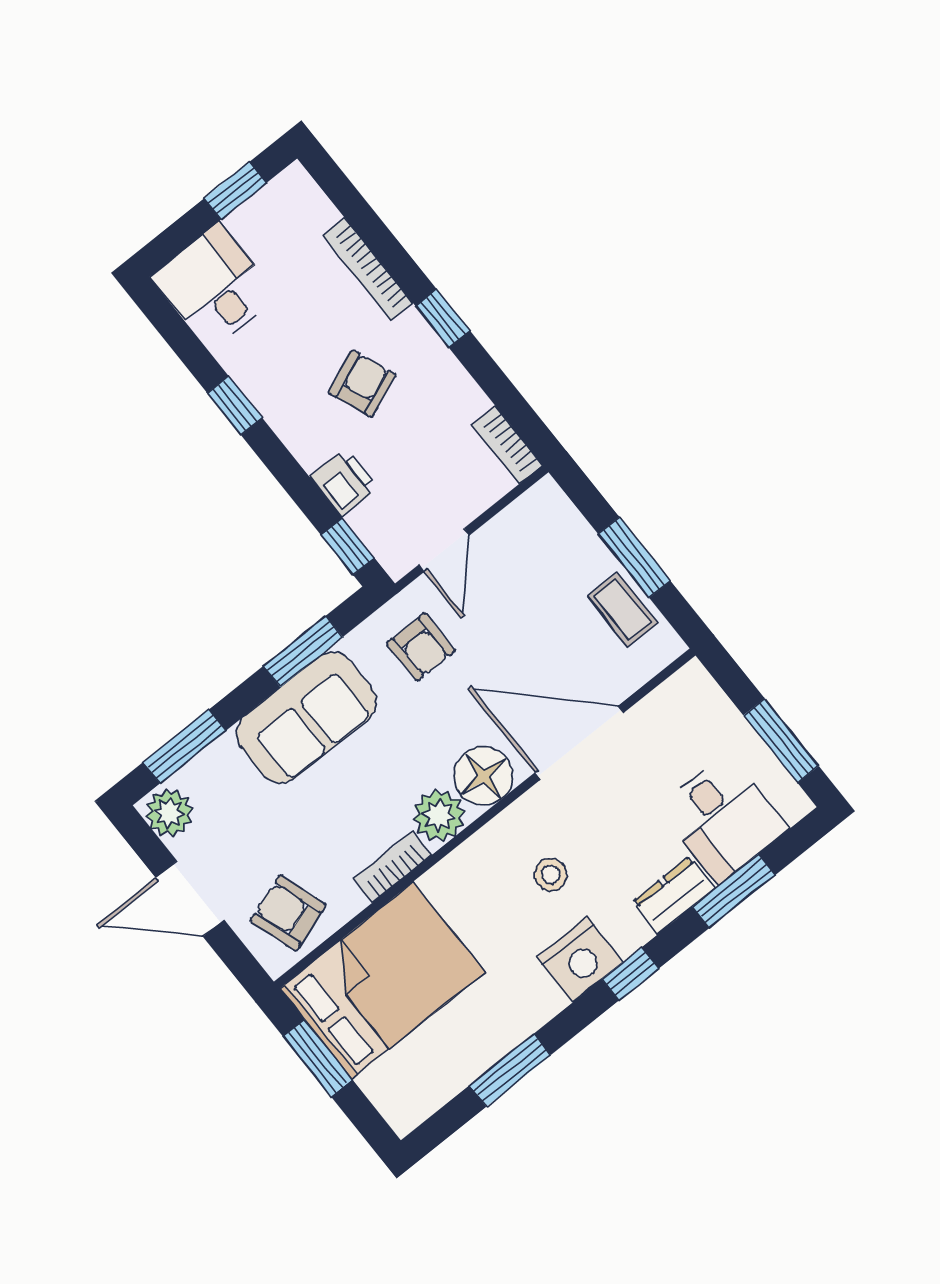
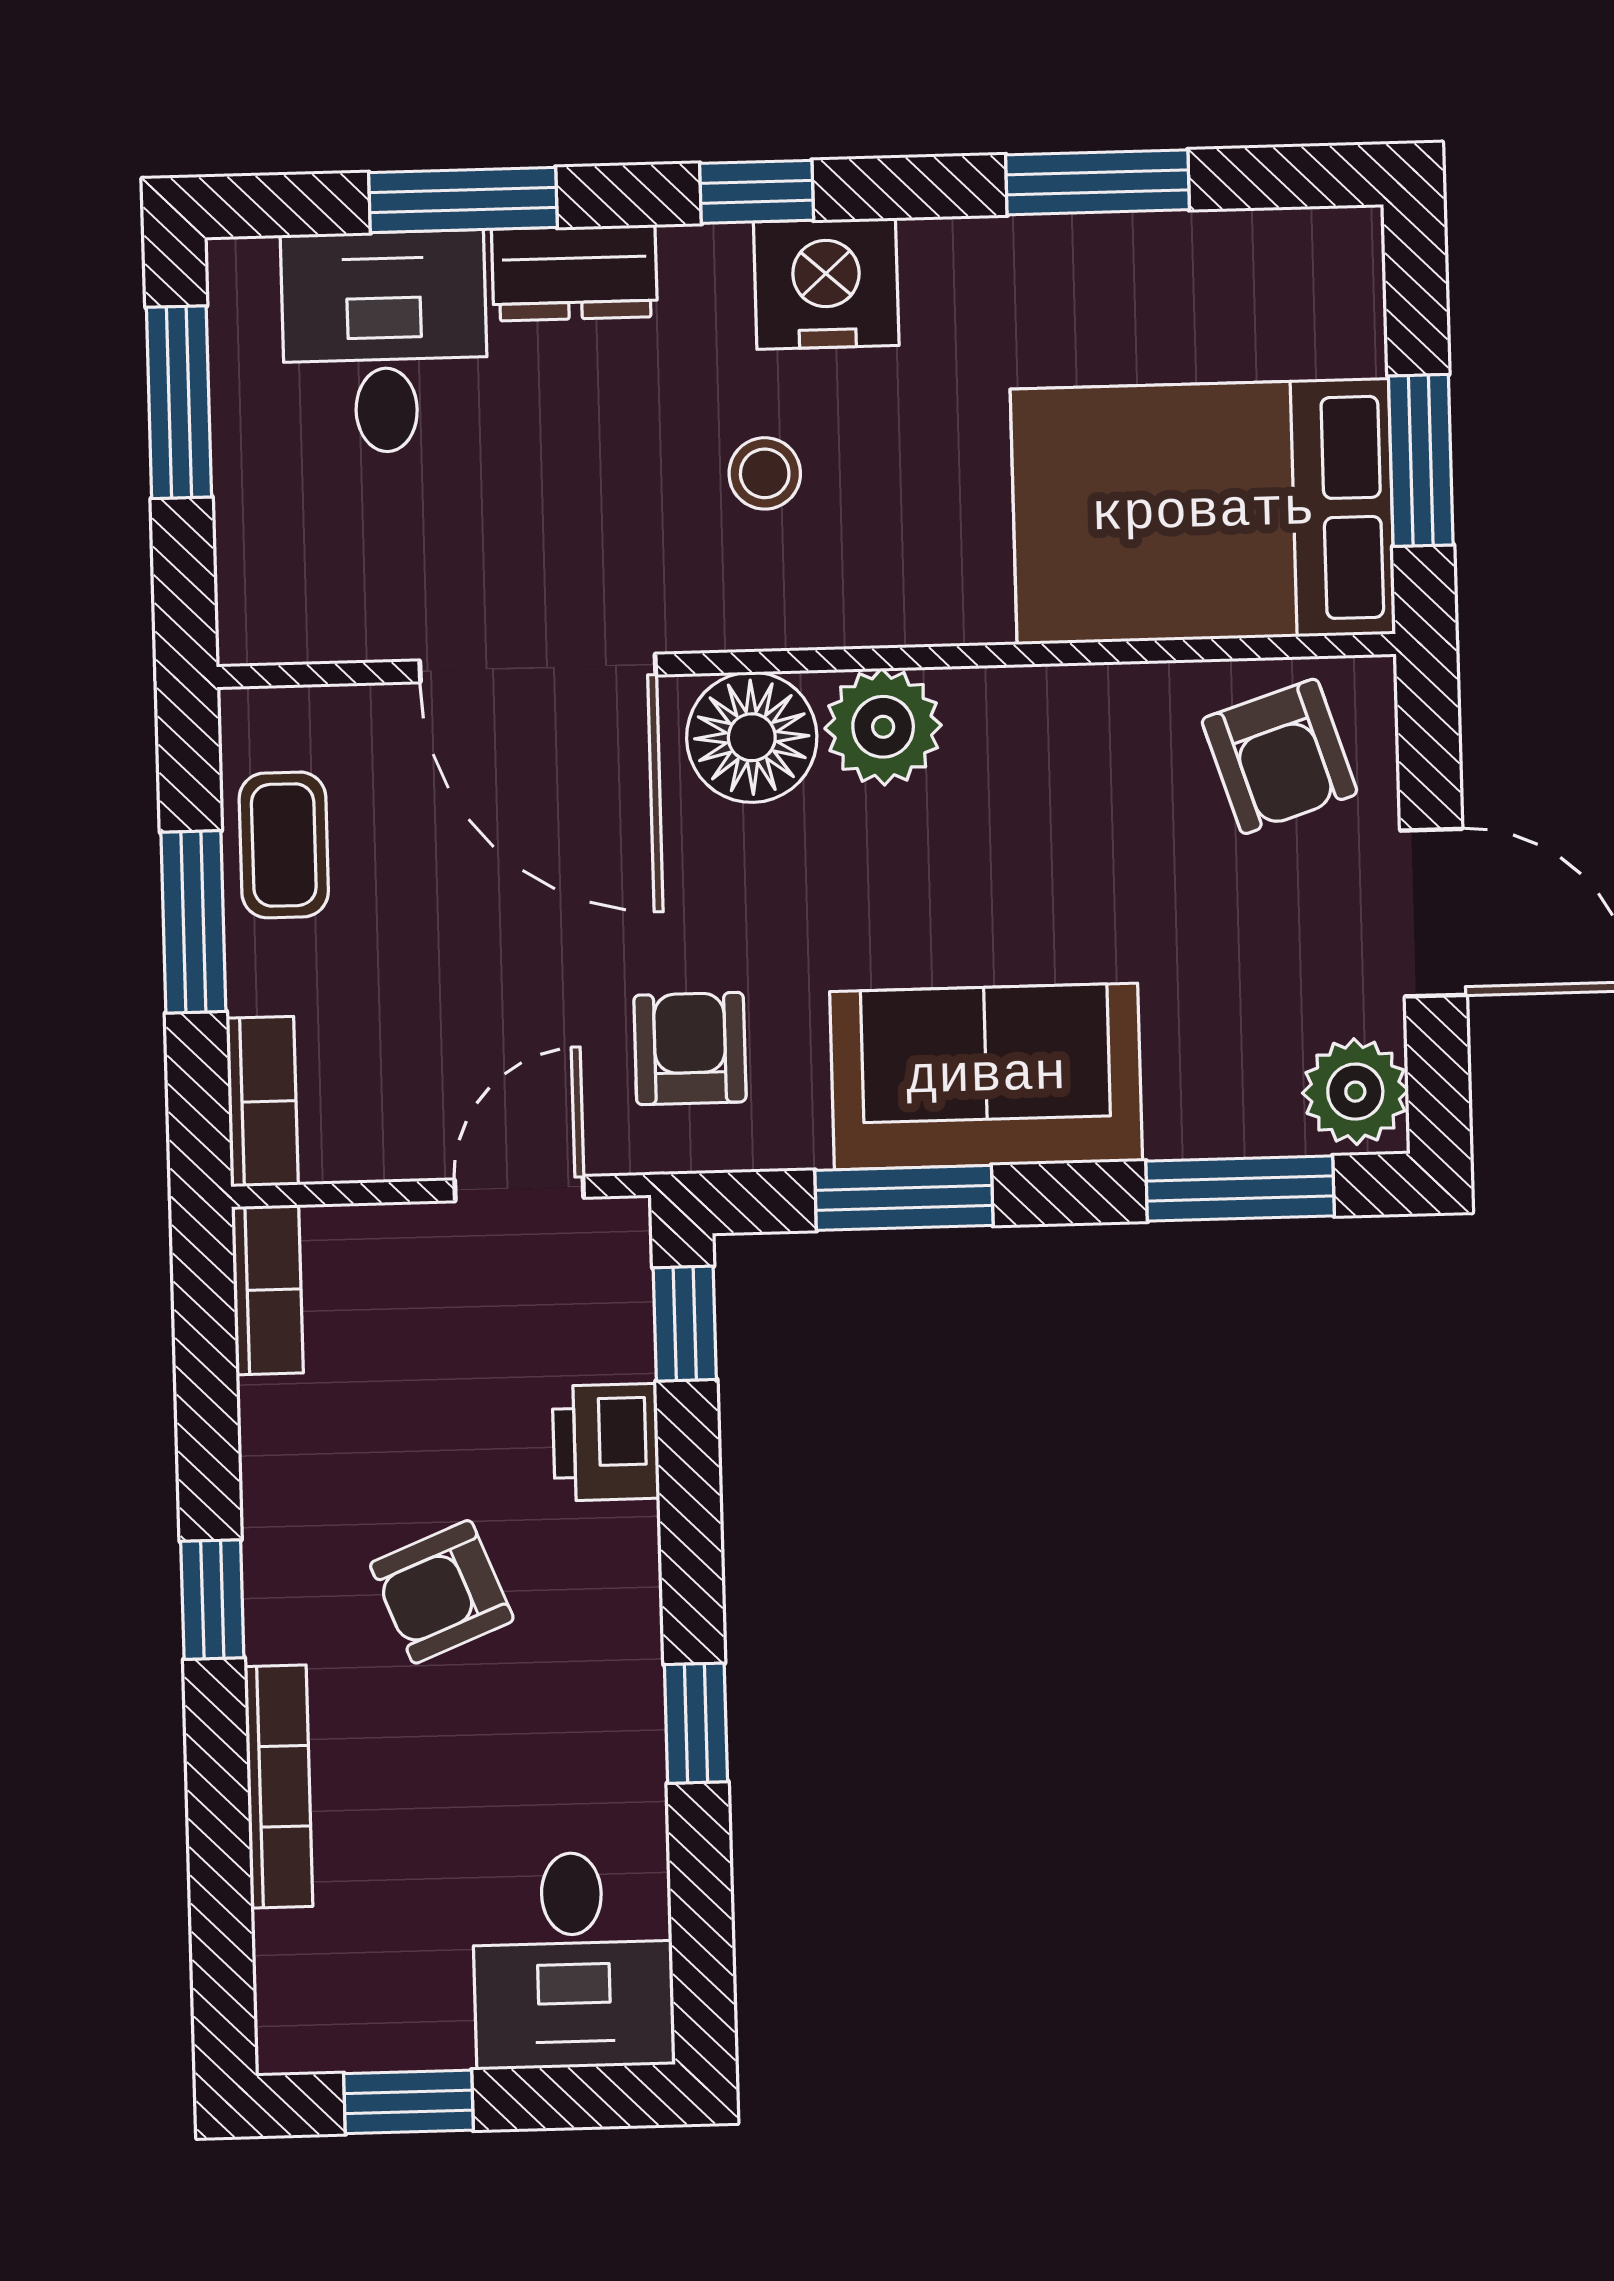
bookcase: (393, 867) -> (262, 1101), moved, turned -90

